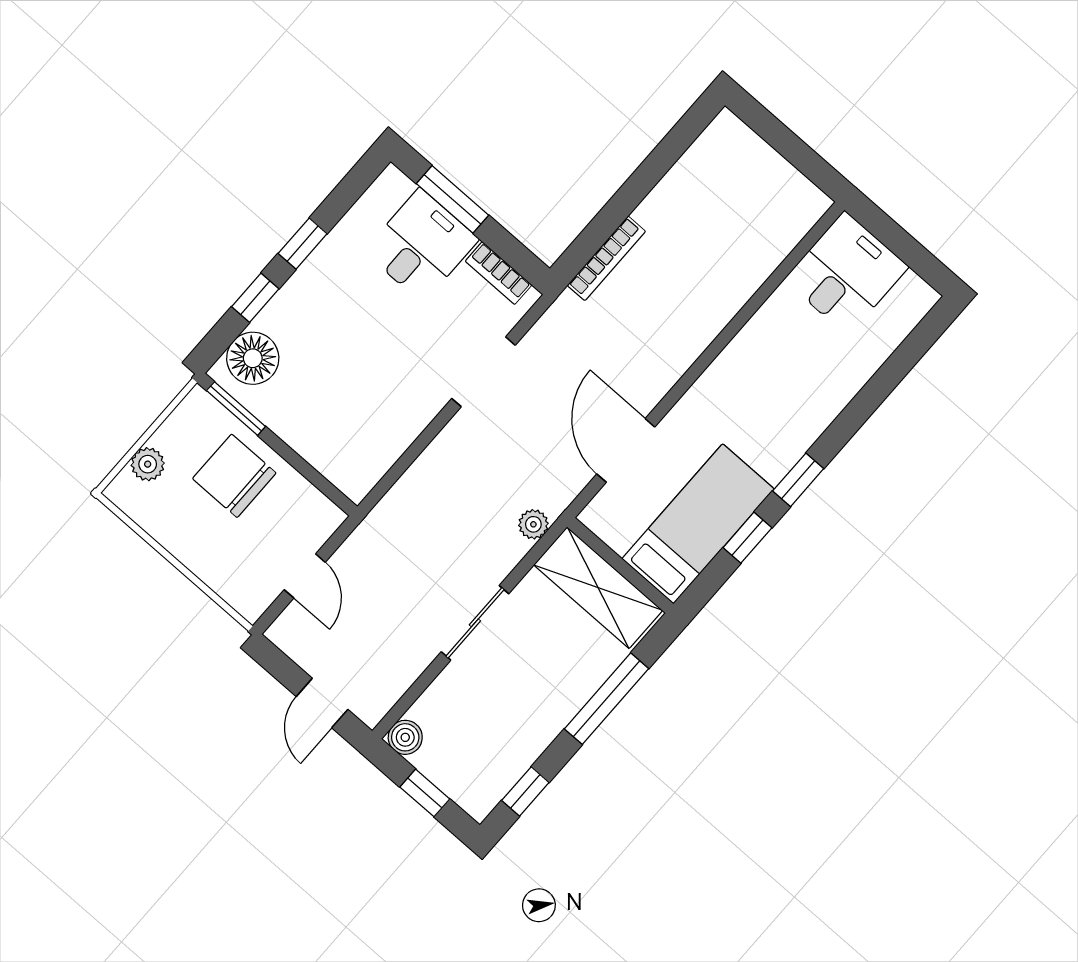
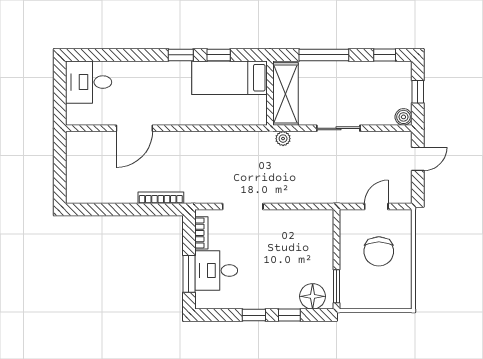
desk: (846, 273) -> (89, 82), moved
door: (626, 450) -> (134, 128), moved
plant: (148, 464) -> (386, 301), removed
chair: (234, 476) -> (379, 251), moved

